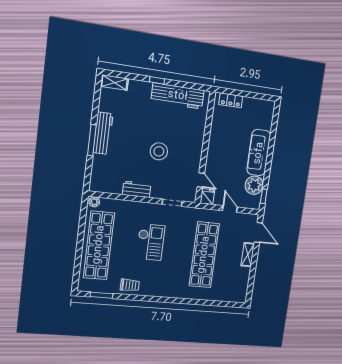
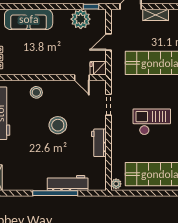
workbench: (103, 133) -> (68, 183), moved
stool: (193, 135) -> (36, 92), added
window: (92, 140) -> (55, 193), width x1.46
sofa: (259, 153) -> (29, 19), moved
door: (201, 180) -> (82, 78), swing flipped

